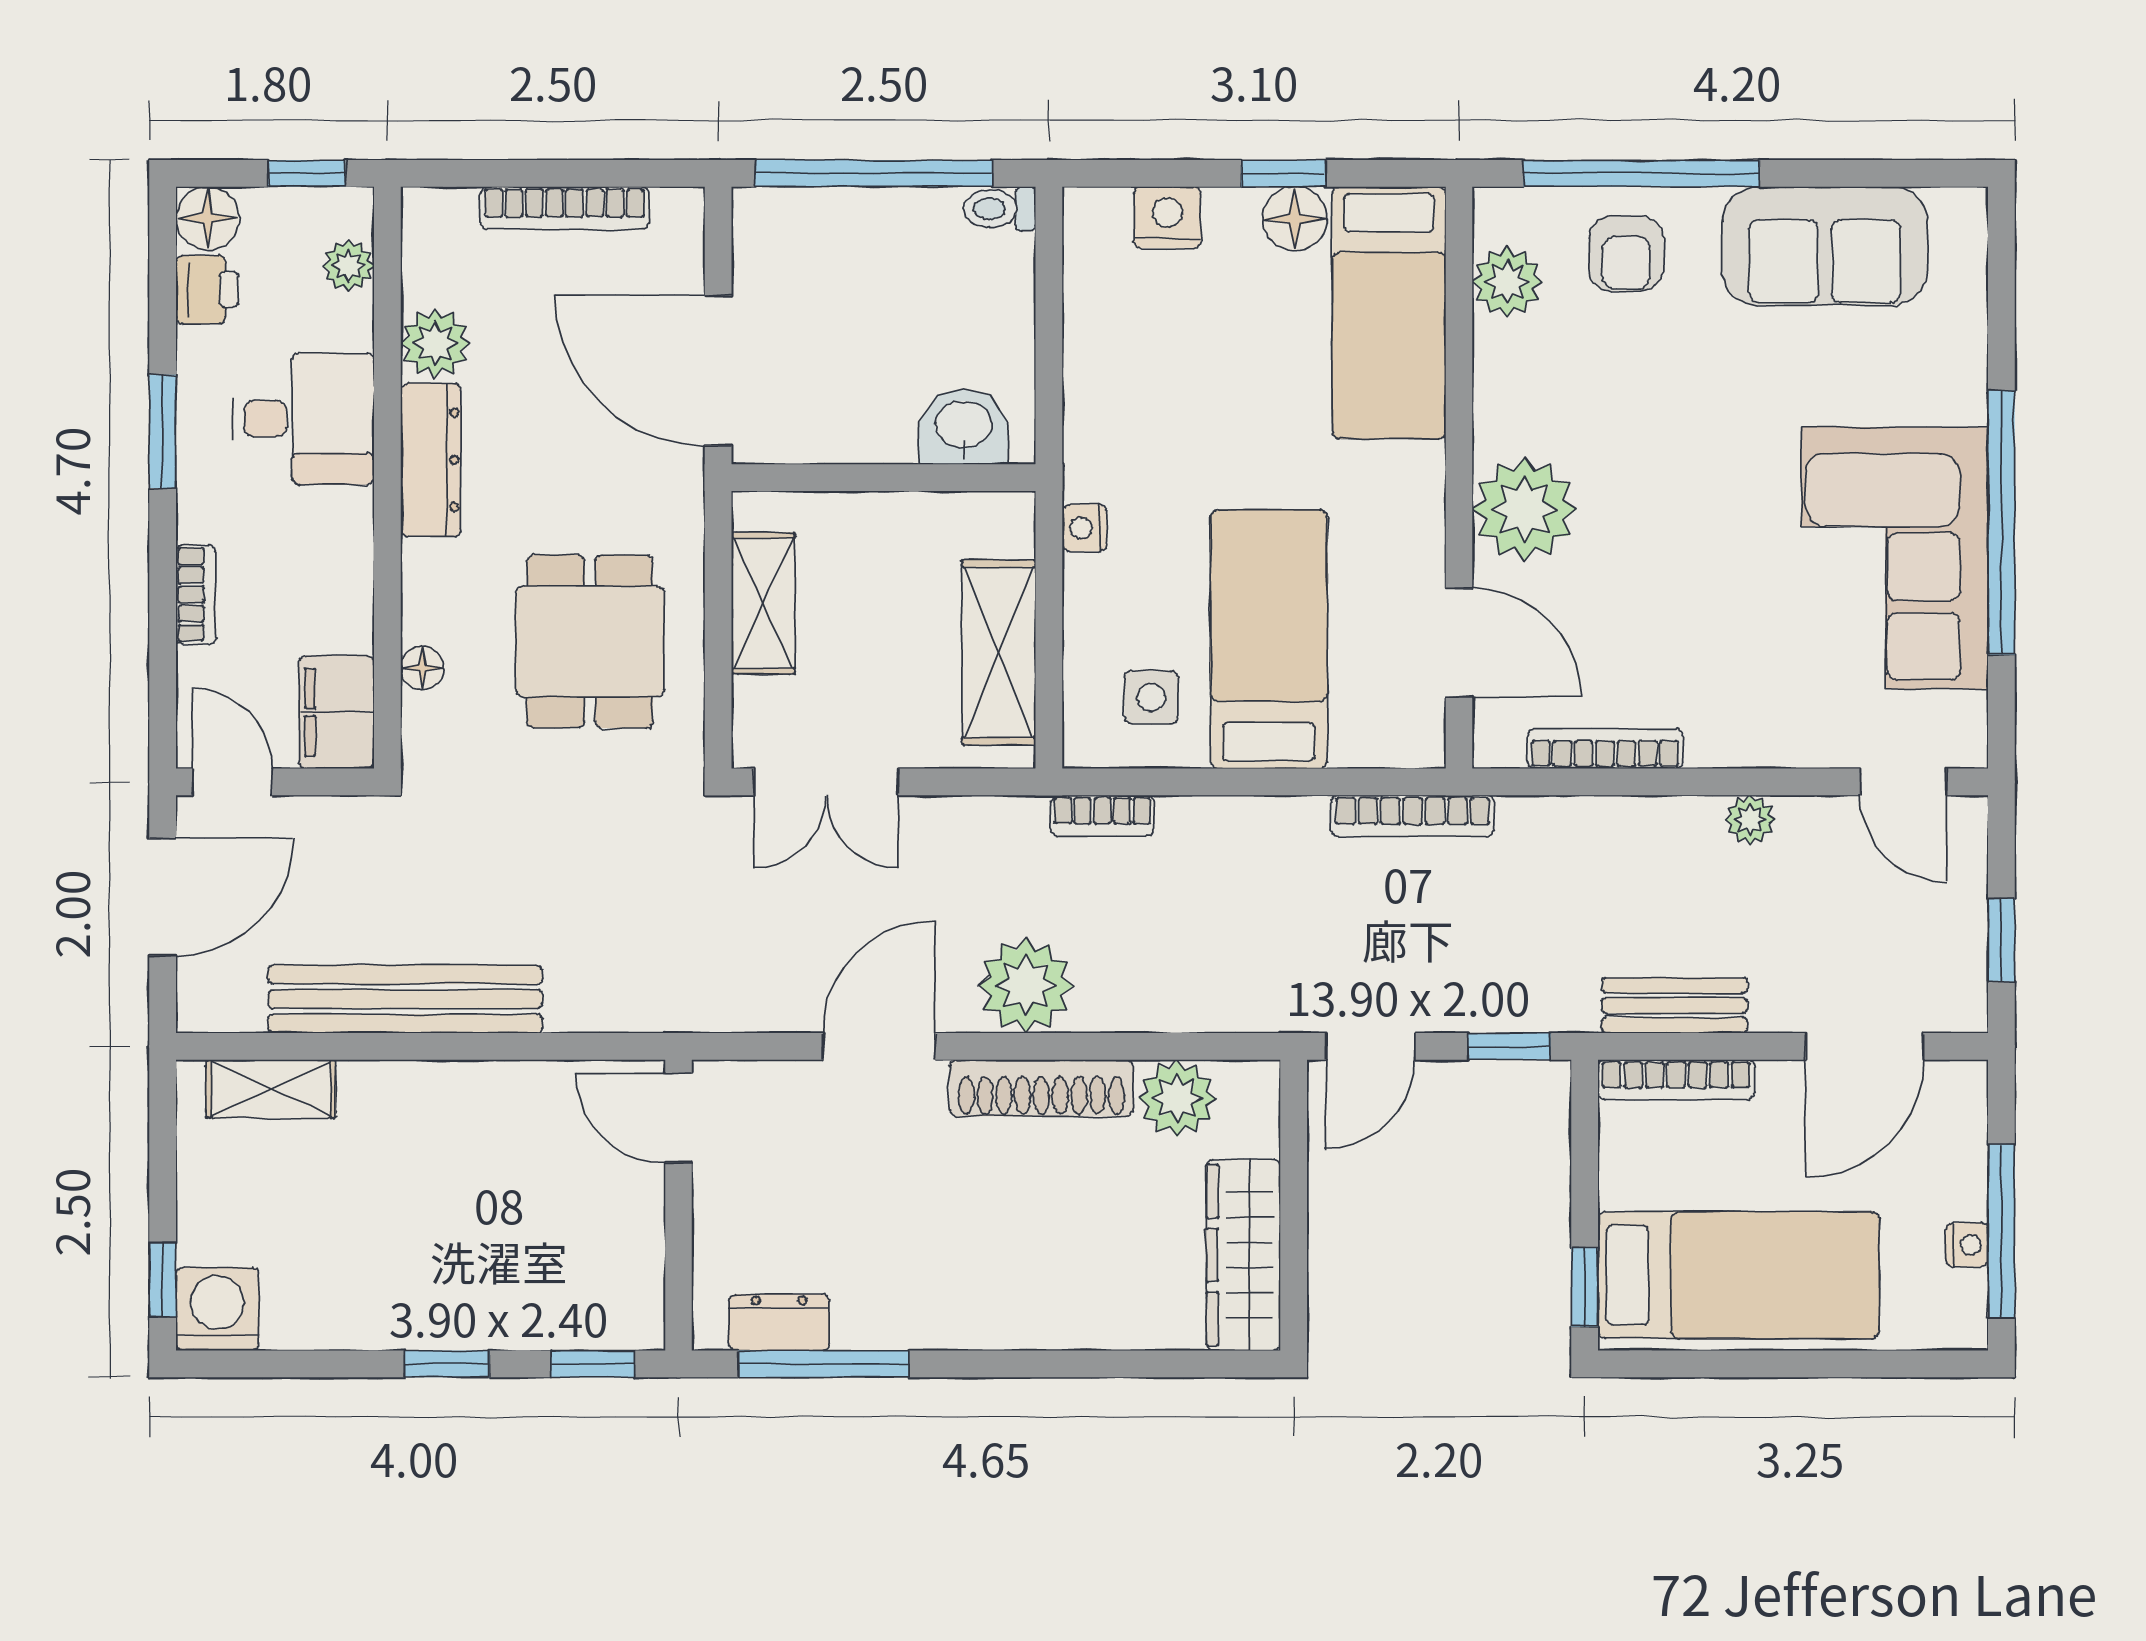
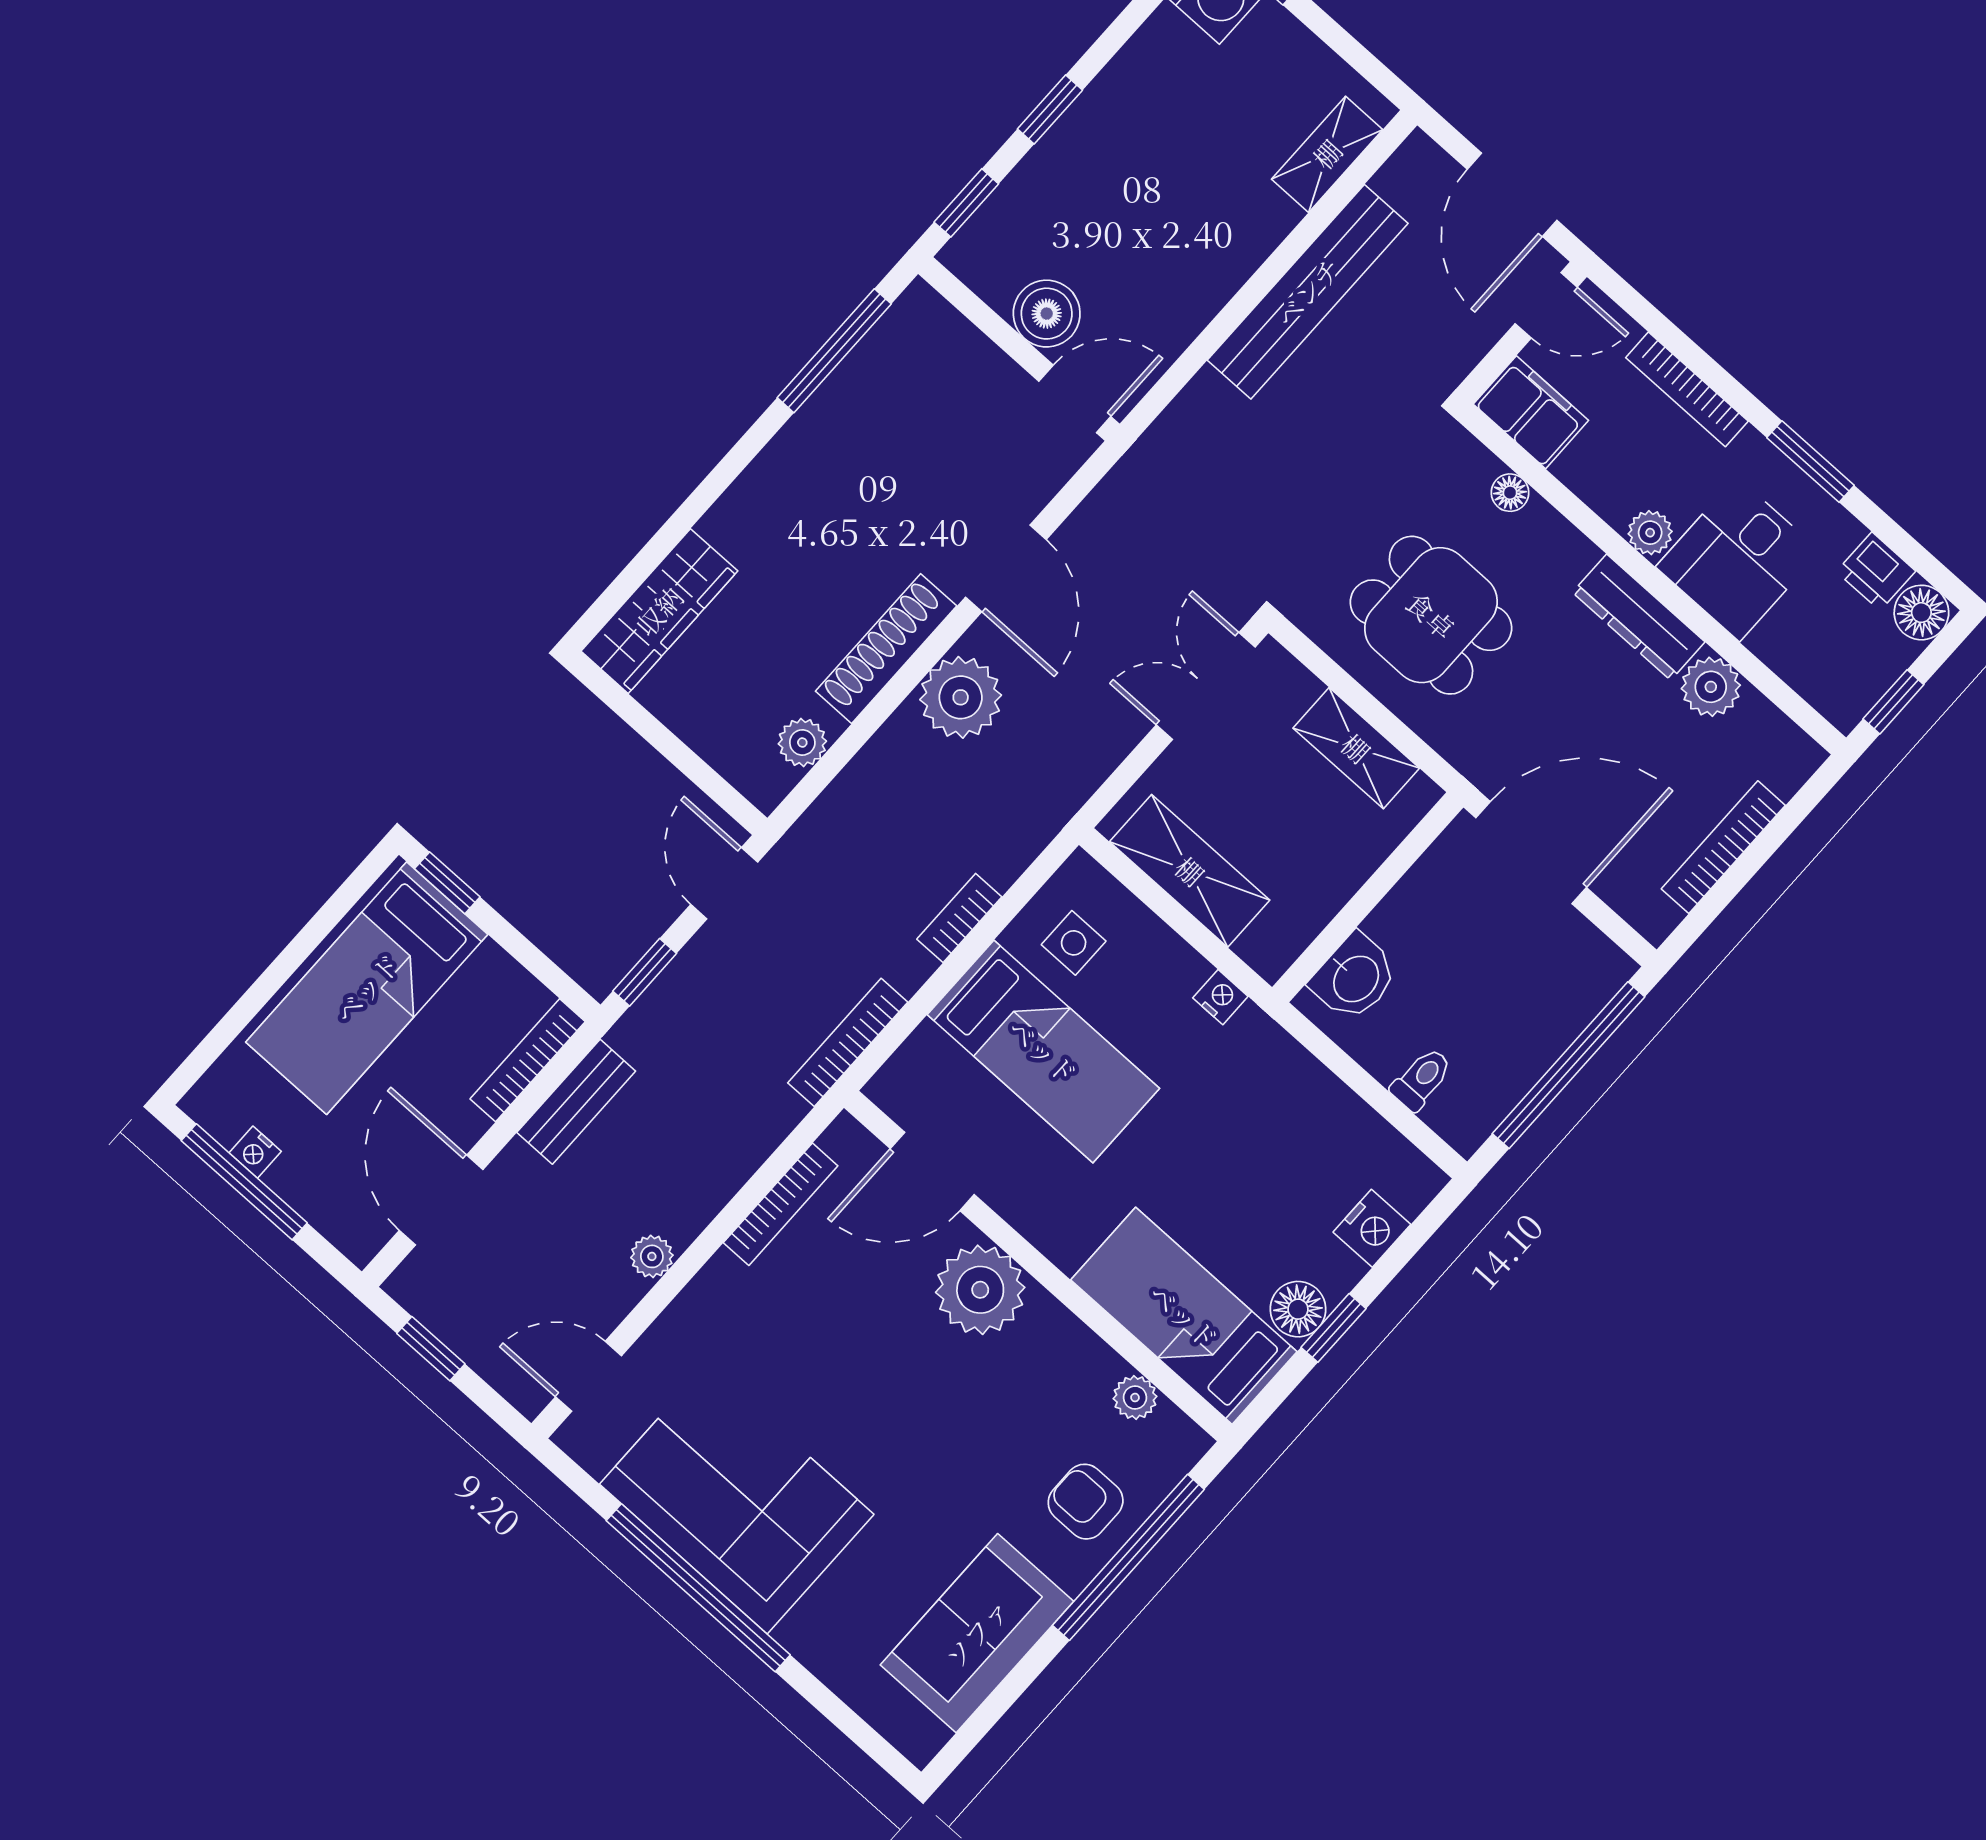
toilet: (1000, 209) -> (1422, 1079), moved
plant: (349, 266) -> (1650, 533), moved
plant: (1507, 282) -> (1135, 1397), width x0.73, depth x0.73
bookcase: (196, 595) -> (1687, 389), width x1.56
bookcase: (1102, 816) -> (959, 918), moved
plant: (1177, 1098) -> (802, 742), width x0.73, depth x0.73
boiler: (626, 1209) -> (1047, 314), added
wardrobe: (1243, 1255) -> (659, 611), moved, turned 90
dresser: (779, 1322) -> (886, 346), removed

